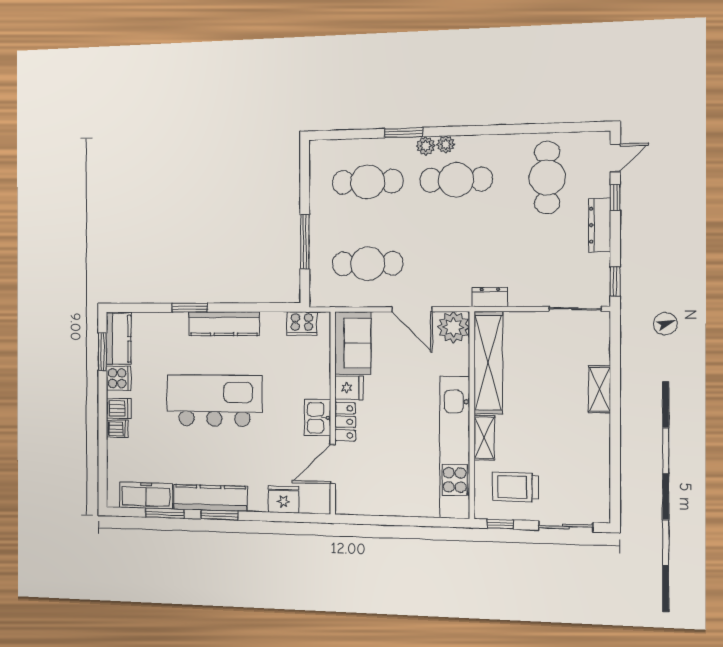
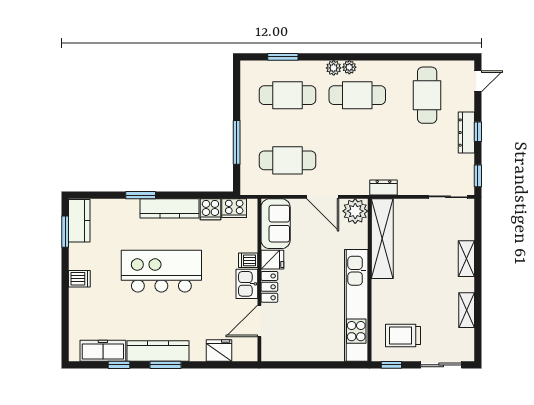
window: (404, 133) -> (283, 57), moved
window: (615, 197) -> (478, 132), moved
cooker: (119, 378) -> (210, 209), moved, turned 90
dishwasher: (117, 429) -> (248, 260), moved, turned 180
shelving: (484, 438) -> (467, 310), moved
window: (165, 513) -> (119, 365), width x0.67

